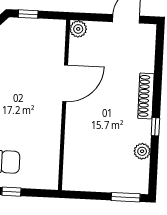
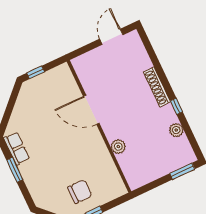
plant: (78, 29) -> (118, 147), moved
door: (65, 83) -> (91, 110), swing flipped

